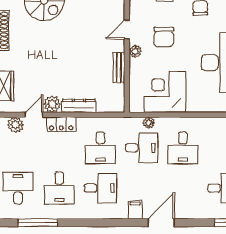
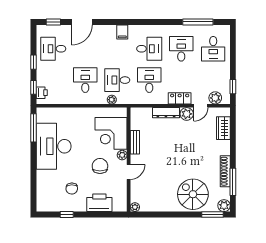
corner desk: (165, 92) -> (111, 133), moved, turned 90
desk: (100, 188) -> (149, 49), turned 180
door: (161, 223) -> (82, 22), moved

